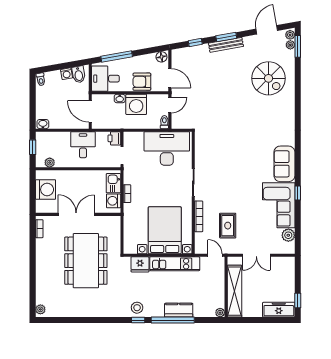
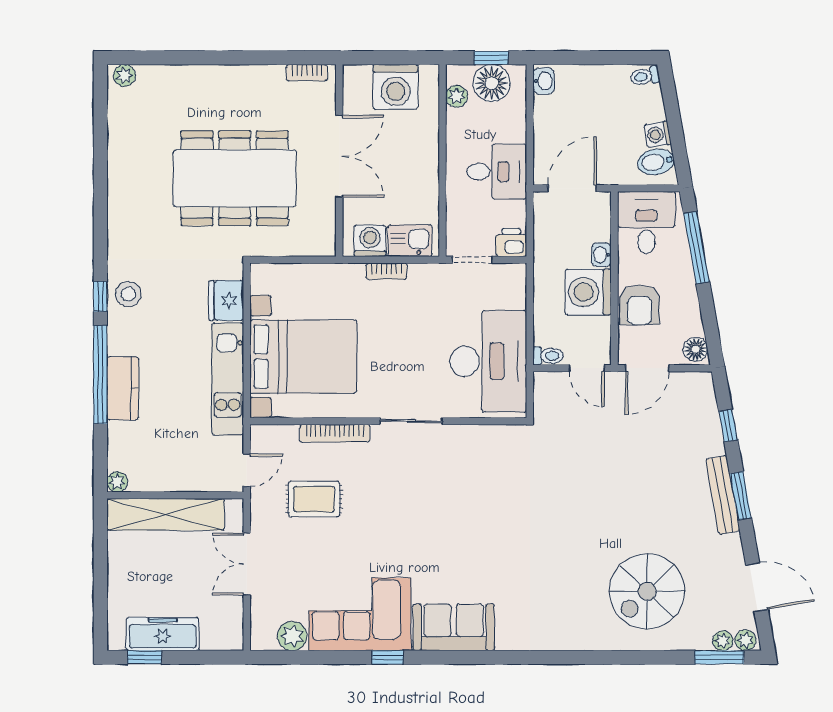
armchair: (142, 82) -> (639, 305), turned 180
floor lamp: (44, 147) -> (492, 83), added
freezer: (279, 310) -> (163, 634), moved, turned -90

